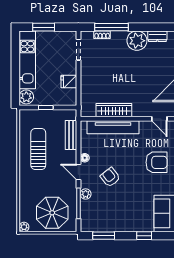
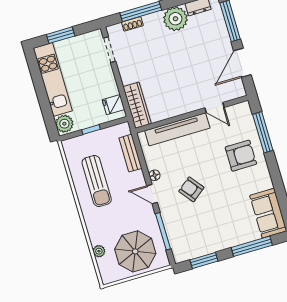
fridge: (69, 82) -> (113, 105), moved
wardrobe: (114, 110) -> (137, 105), moved, turned 90
door: (159, 119) -> (215, 108), moved
sun lounger: (38, 149) -> (97, 181), turned 180
plant: (86, 194) -> (168, 218), removed
plant: (24, 227) -> (99, 251), moved
window: (144, 236) -> (252, 246), width x2.17

